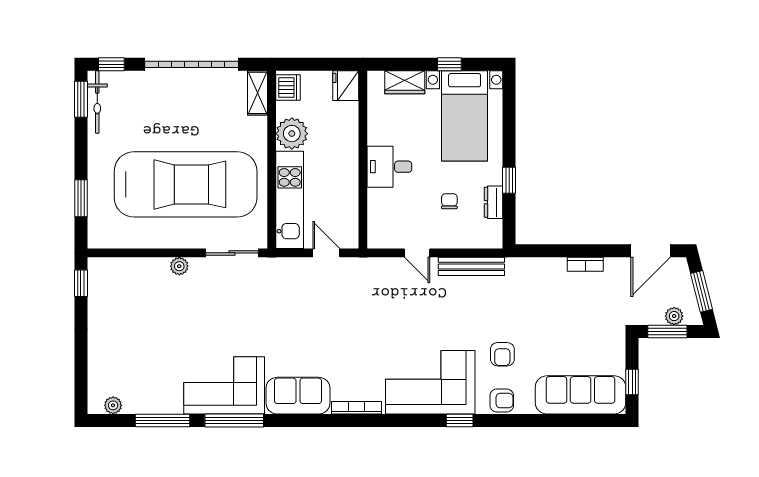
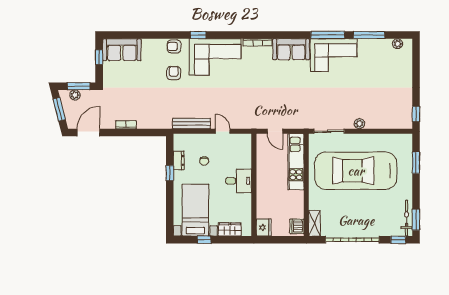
plant: (292, 134) -> (295, 200), removed
sofa: (581, 395) -> (122, 50), width x0.73

